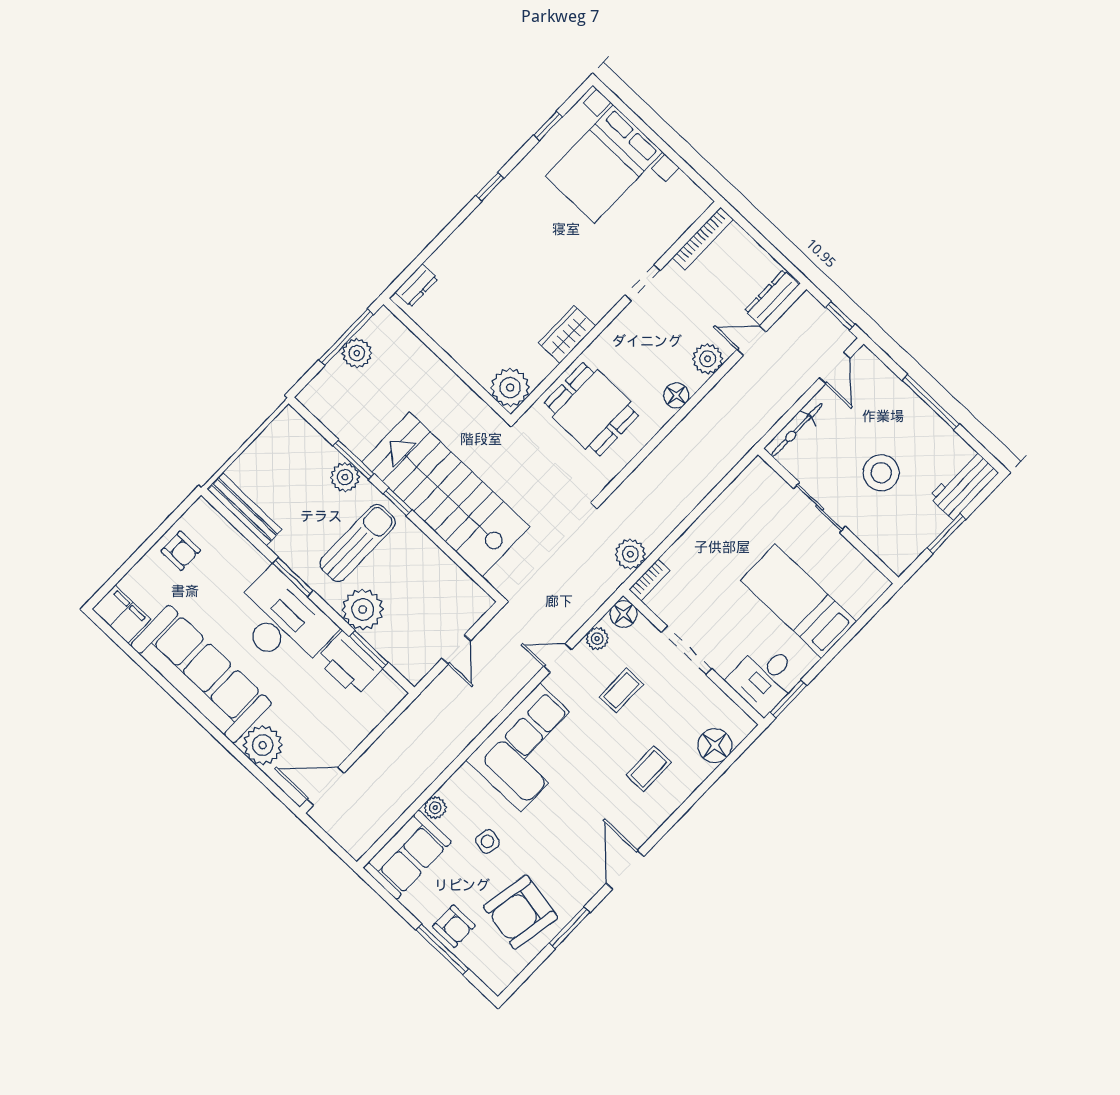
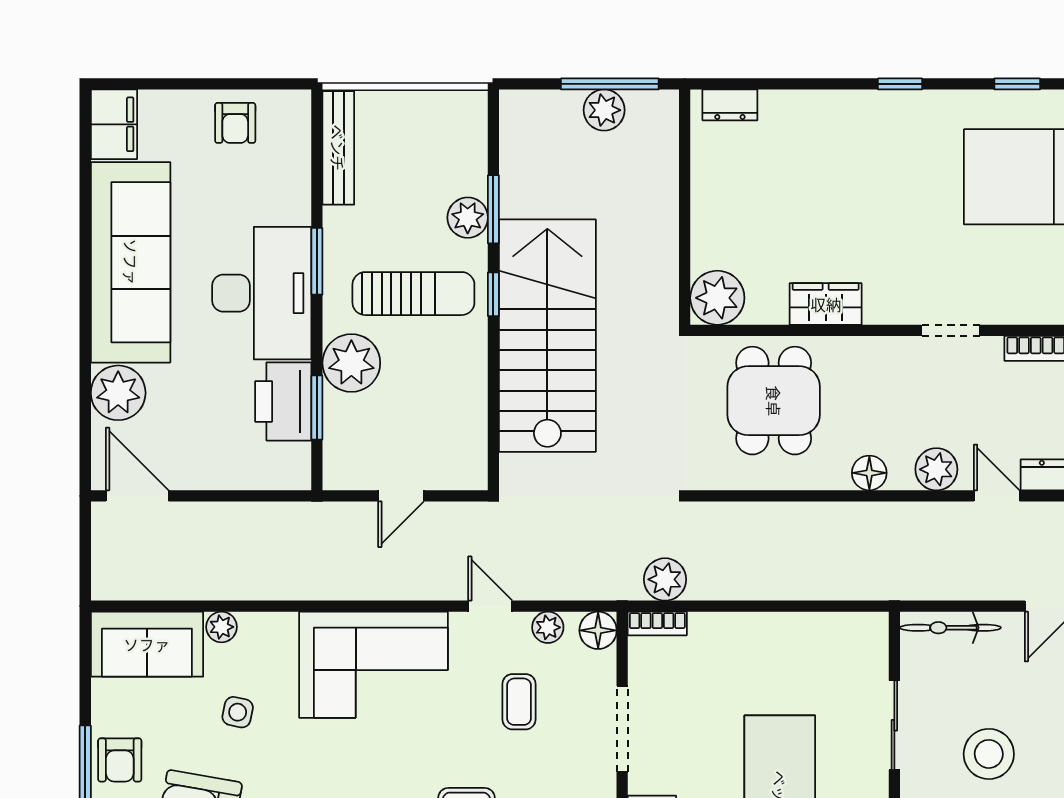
coffee table: (621, 690) -> (519, 702), turned 90

